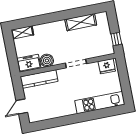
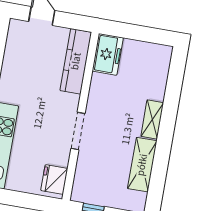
shelving: (22, 32) -> (152, 119), moved
boiler: (47, 60) -> (101, 86), removed

